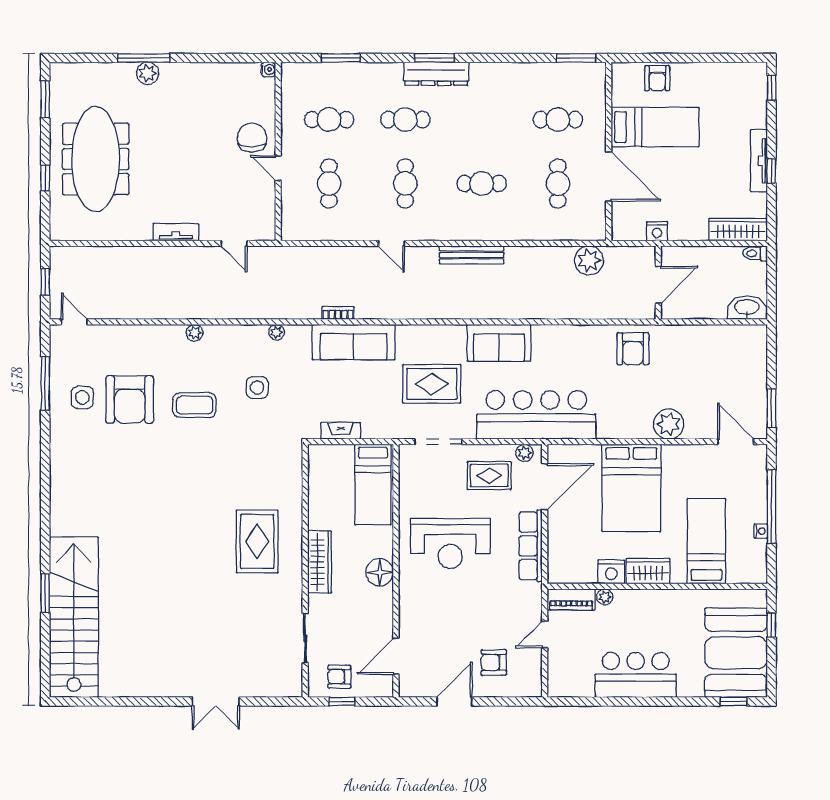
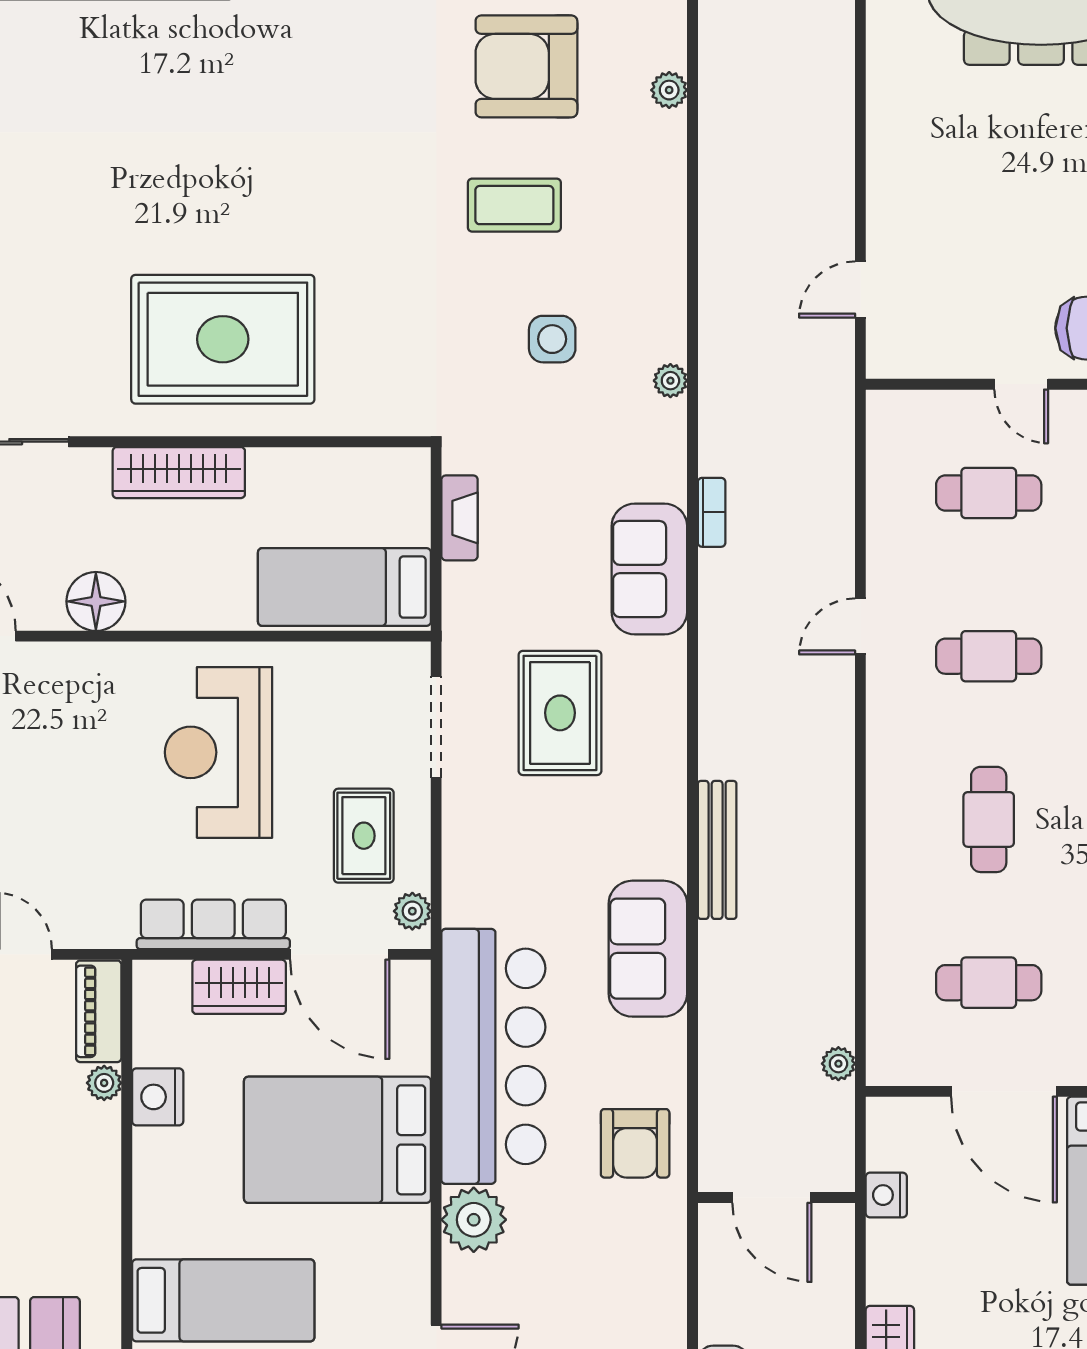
door: (278, 168) -> (1021, 384), swing flipped
door: (609, 176) -> (1004, 1091), hinge flipped
tv unit: (176, 232) -> (884, 165), removed
bench: (472, 255) -> (717, 850), moved
plant: (589, 260) -> (838, 1064), width x0.53, depth x0.53
plant: (195, 333) -> (669, 90), moved
sofa: (354, 342) -> (649, 569), width x0.73
sofa: (499, 343) -> (648, 949), moved
armchair: (633, 349) -> (635, 1143), turned -90
coffee table: (194, 405) -> (514, 205), turned 90
bar counter: (536, 415) -> (493, 1056), moved
rug: (257, 541) -> (223, 339), width x1.37, depth x1.44
wardrobe: (648, 571) -> (239, 987), moved, turned 90
floor lamp: (380, 572) -> (96, 601), moved

